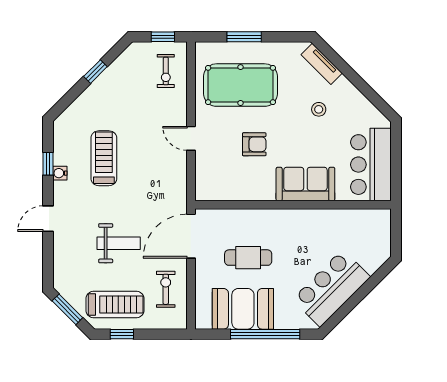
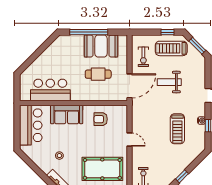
armchair: (254, 144) -> (101, 119), moved
bar counter: (331, 288) -> (50, 90), moved, turned -135

